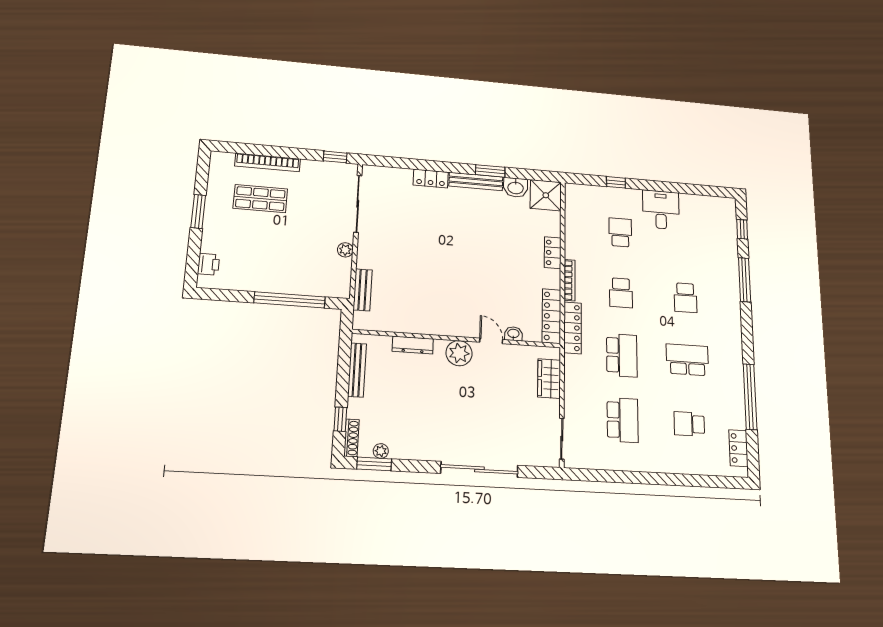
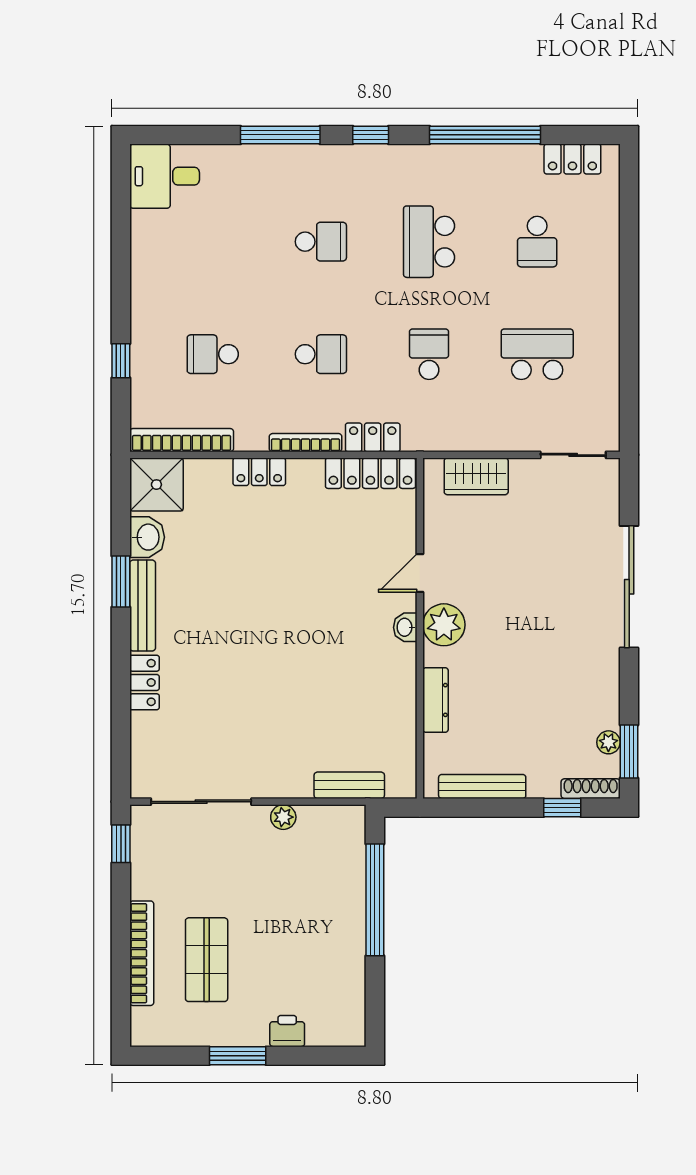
desk: (661, 210) -> (165, 176), moved
bookcase: (571, 211) -> (182, 440), added
window: (742, 229) -> (371, 135), moved
printer: (209, 264) -> (287, 1031), moved
locker: (573, 328) -> (373, 437), width x0.66
washbasin: (513, 334) -> (405, 627), moved
school desk: (622, 355) -> (429, 354), width x0.54

